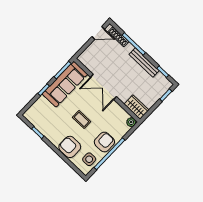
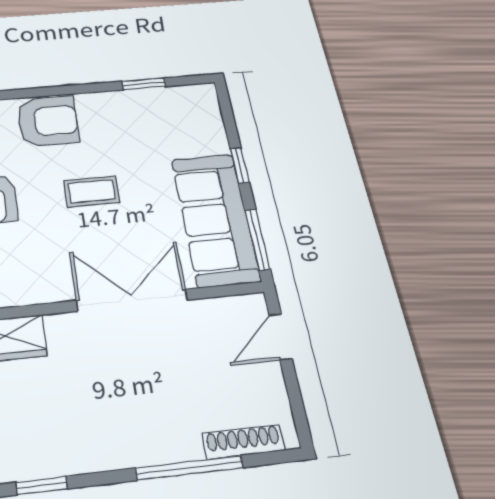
door: (98, 33) -> (281, 337), moved
bench: (144, 63) -> (112, 454), removed

